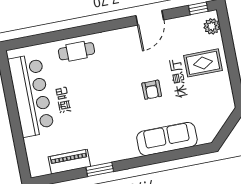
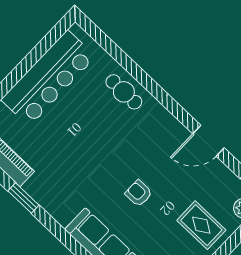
armchair: (152, 90) -> (139, 193), turned 90

